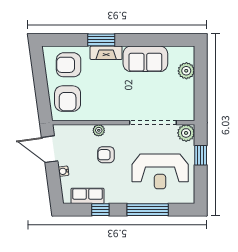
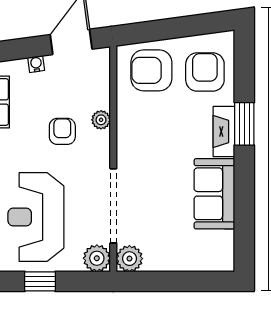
plant: (186, 71) -> (129, 259), moved
window: (201, 155) -> (40, 281), moved

